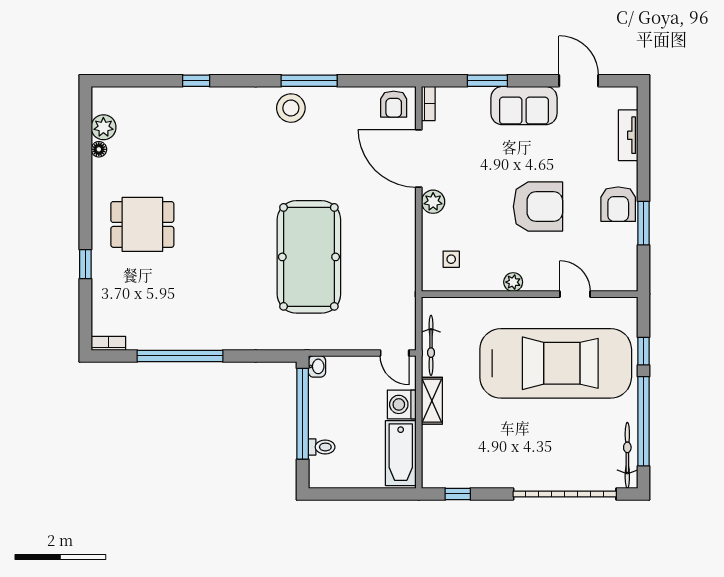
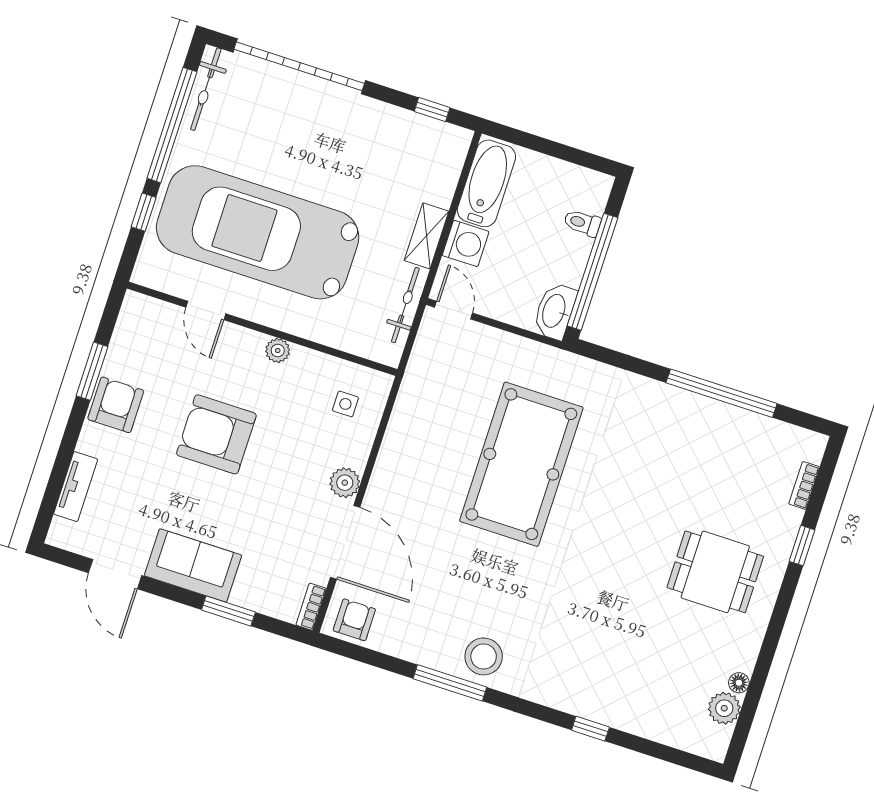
bookcase: (108, 343) -> (804, 485), moved, turned 90
washbasin: (317, 366) -> (555, 311), width x1.91, depth x1.45

